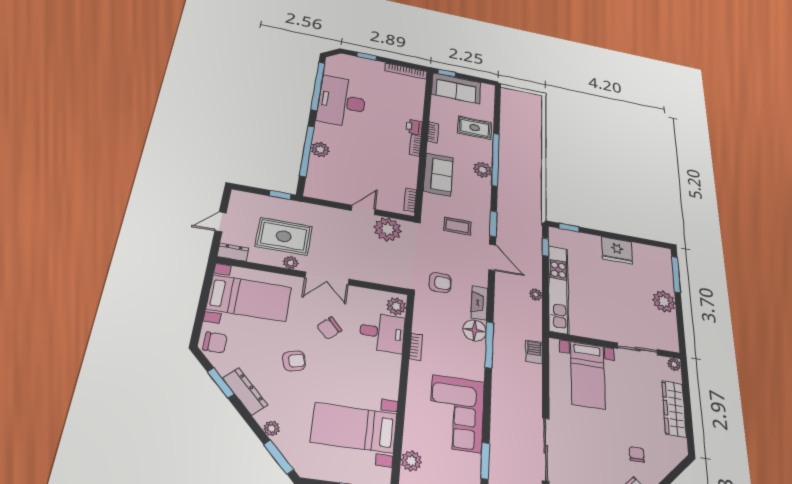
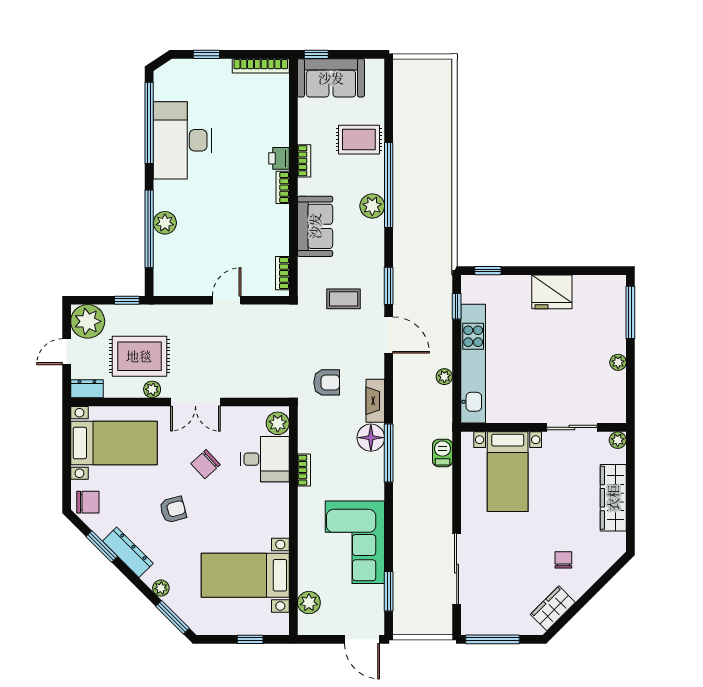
plant: (388, 229) -> (88, 321), moved
plant: (664, 301) -> (618, 362), width x0.53, depth x0.53

